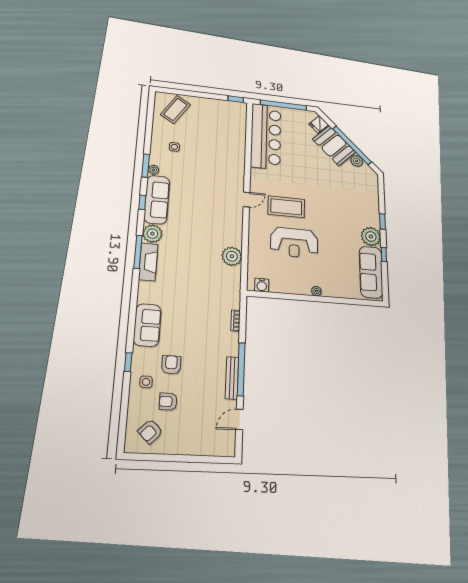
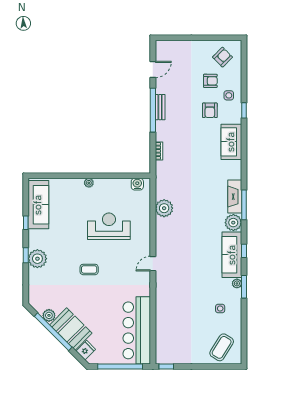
coffee table: (286, 207) -> (89, 269), moved, width x0.54, depth x0.58
plant: (371, 237) -> (37, 259), moved
bench: (232, 378) -> (160, 107), width x0.73

